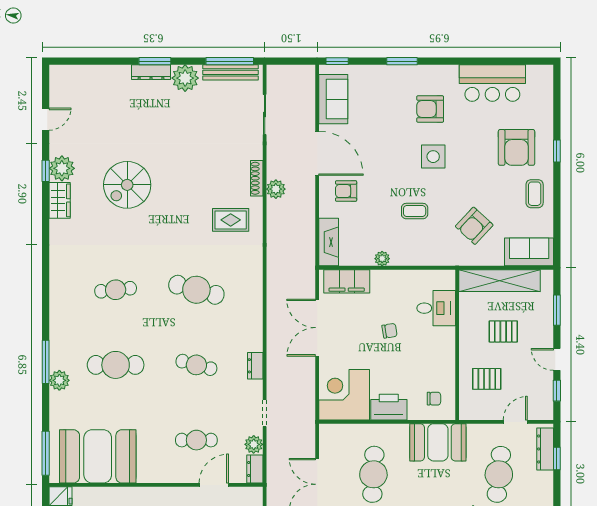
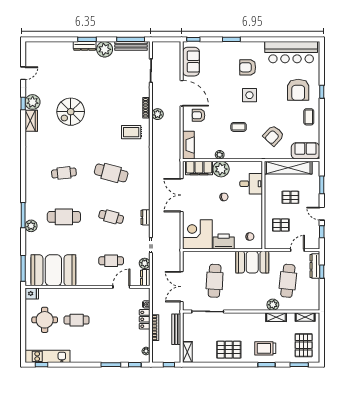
bar counter: (492, 83) -> (291, 52), width x1.36
plant: (385, 283) -> (221, 169), added

